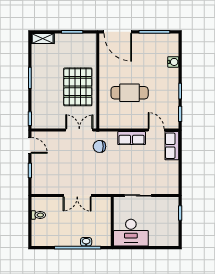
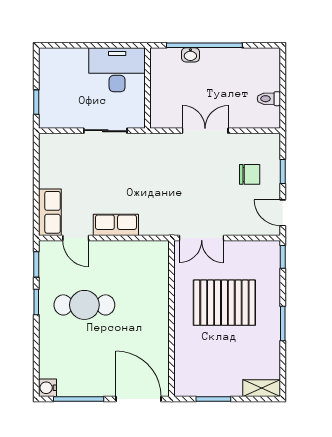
water cooler: (173, 62) -> (48, 388), moved
pallet: (78, 87) -> (224, 303), moved, turned 90
cafe table: (130, 93) -> (84, 305), moved
chair: (99, 146) -> (250, 174), moved

